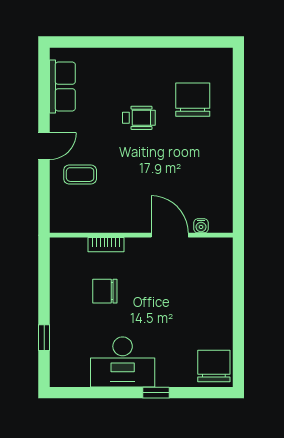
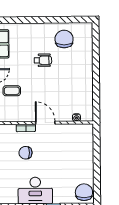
chair: (193, 100) -> (64, 39), moved
door: (170, 235) -> (45, 123), moved

